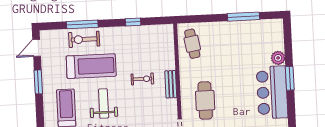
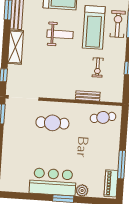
piano: (266, 26) -> (111, 183), added
exercise bike: (142, 79) -> (98, 68), moved
bench: (171, 84) -> (88, 96), moved

